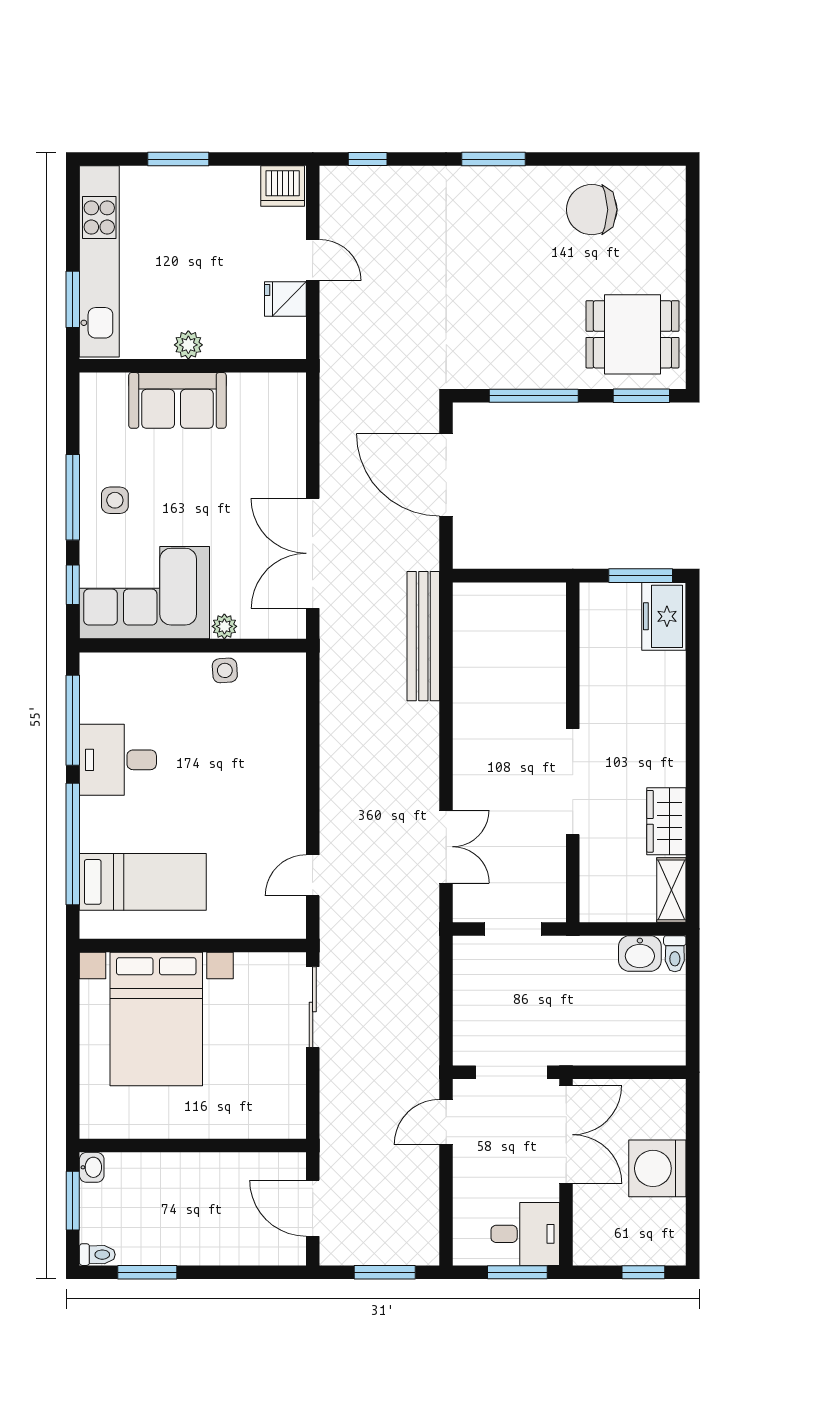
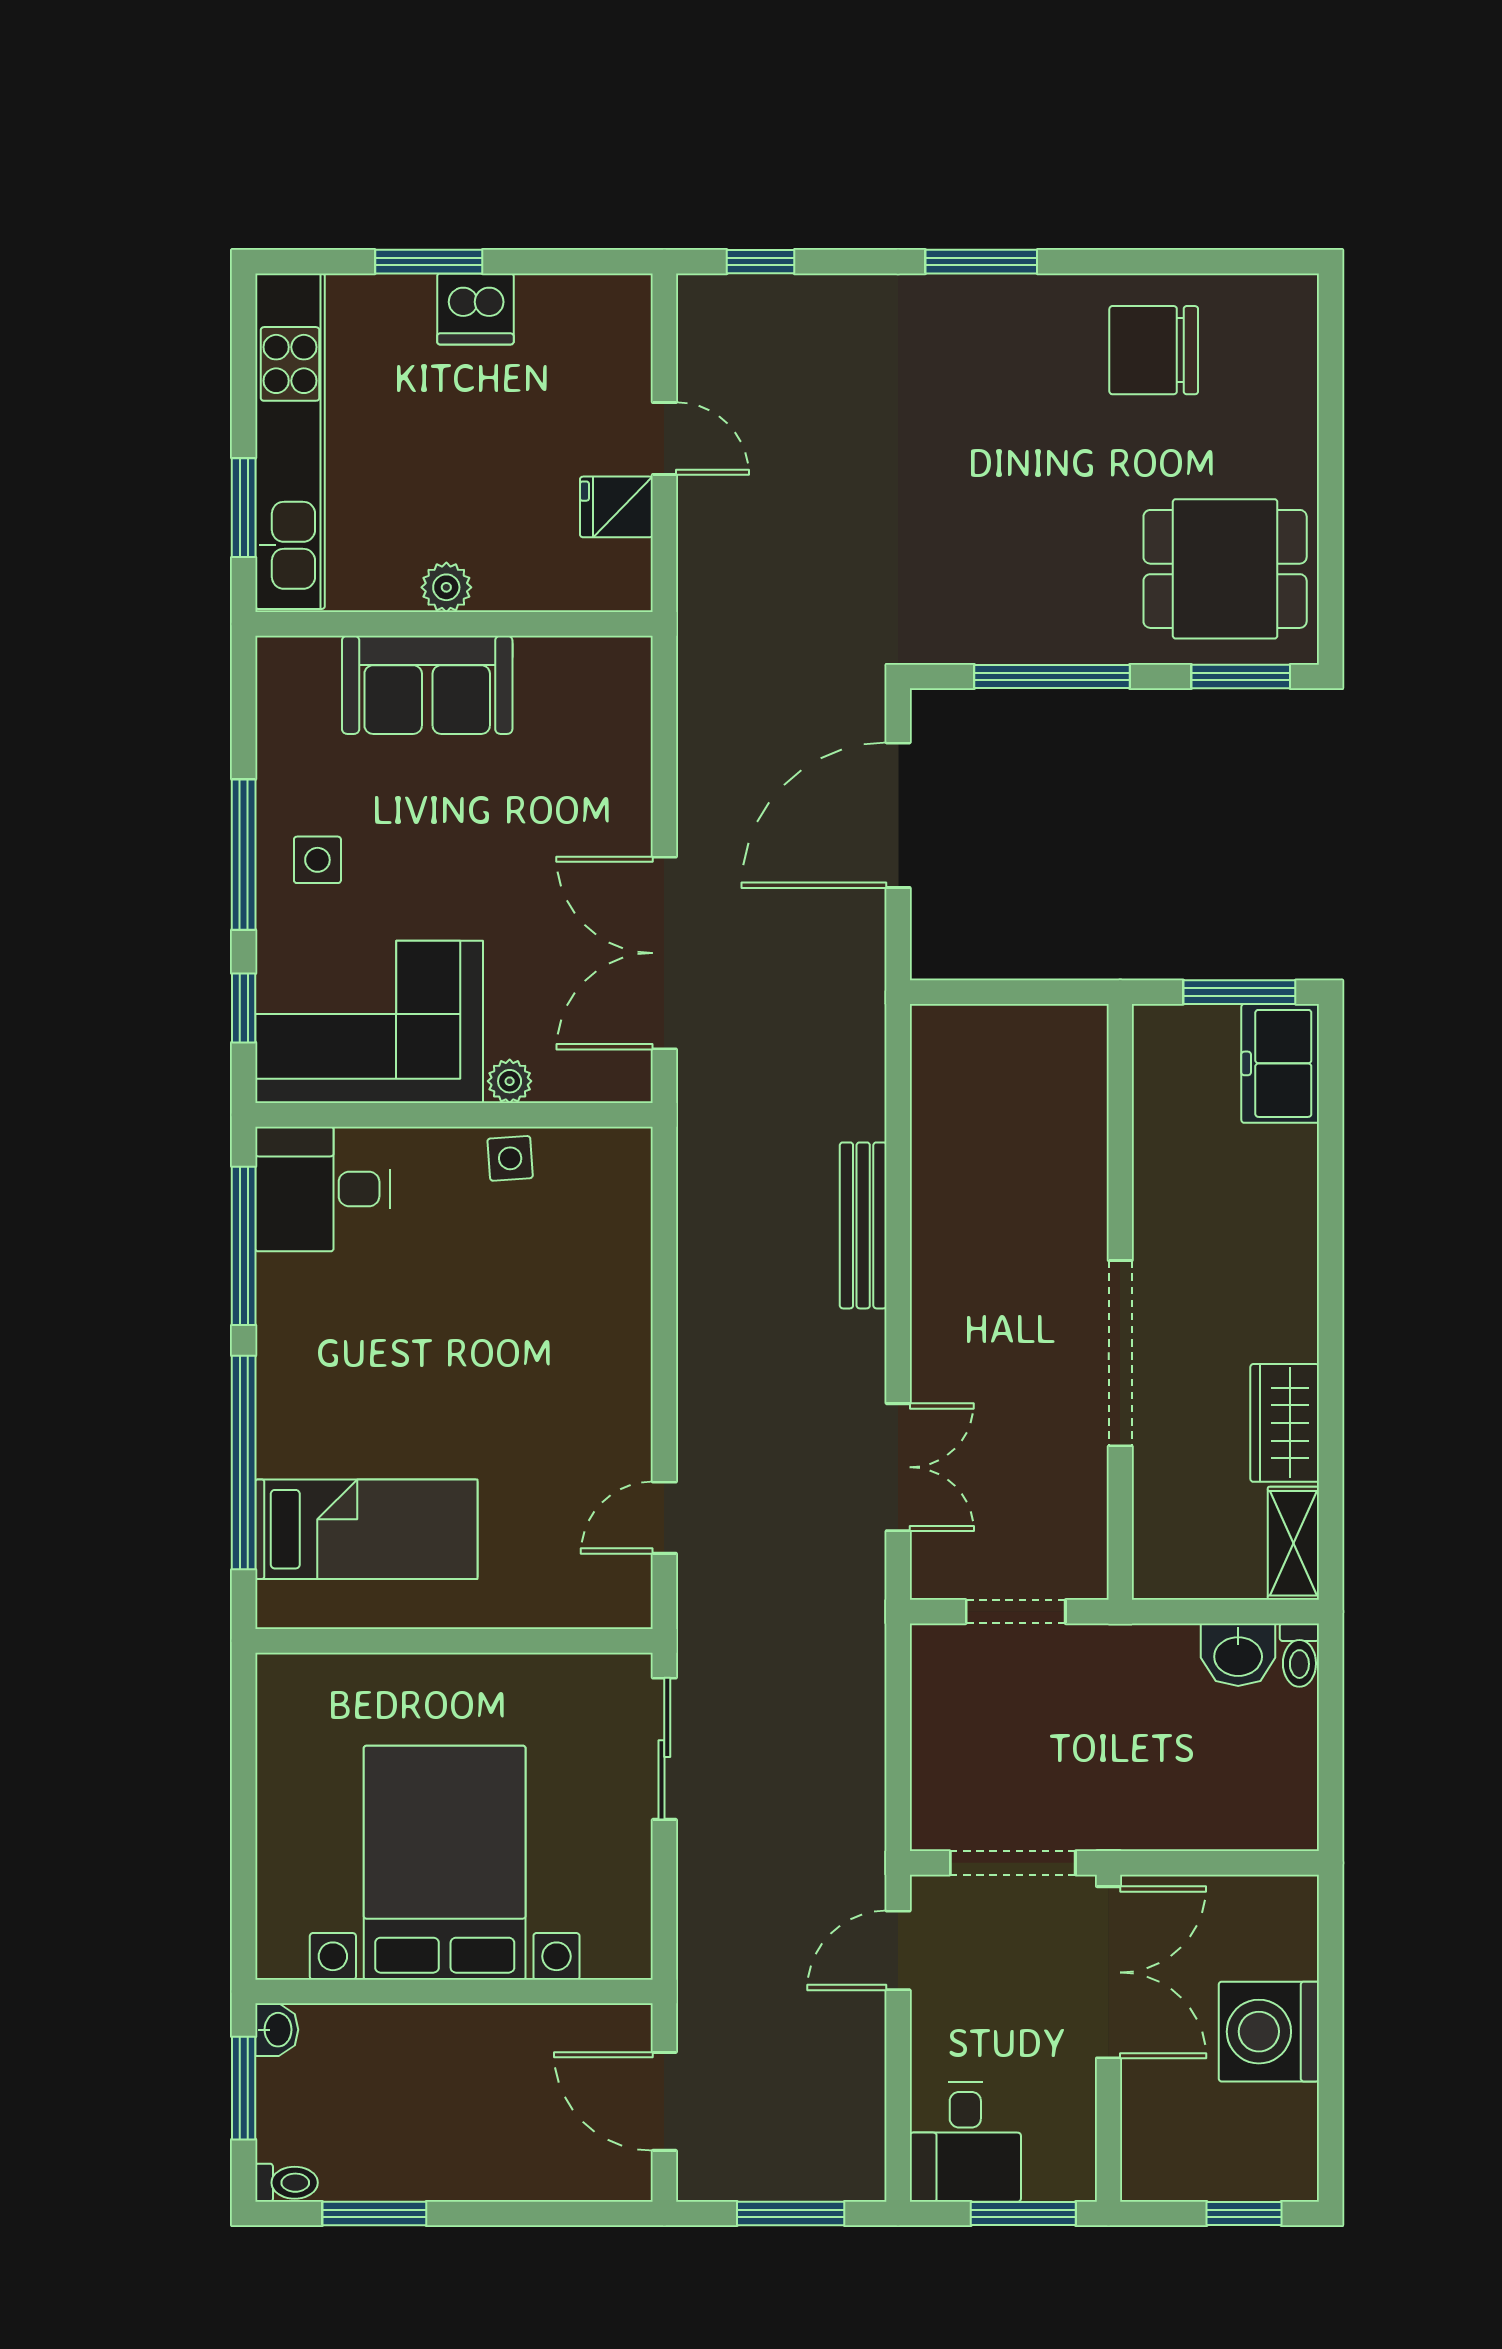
dishwasher: (283, 186) -> (475, 309), moved
door: (446, 475) -> (898, 815), hinge flipped
bench: (423, 636) -> (863, 1225), moved, width x0.73, depth x0.82
desk: (118, 760) -> (323, 1189), moved
bed with nightstands: (156, 1019) -> (445, 1863), moved, turned 180
desk: (525, 1234) -> (965, 2142), moved, turned 90

